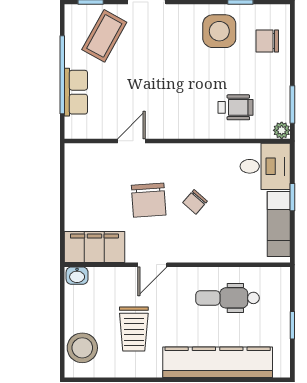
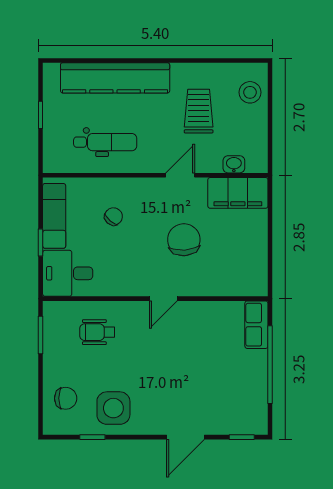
coffee table: (104, 36) -> (228, 403), removed
row of seats: (76, 92) -> (256, 325), moved
plant: (282, 130) -> (51, 309), removed
door: (131, 141) -> (163, 299), moved
chair: (195, 202) -> (113, 216), moved
washbasin: (77, 276) -> (234, 164), moved
stool: (82, 348) -> (250, 92), width x0.73, depth x0.73

